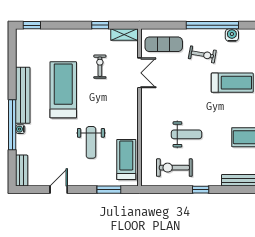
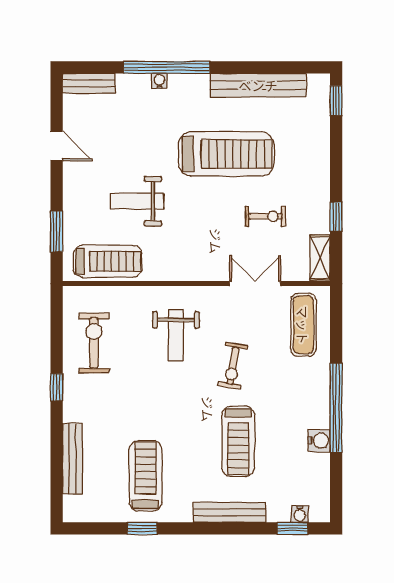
exercise bike: (202, 54) -> (233, 366), moved
double door: (139, 73) -> (255, 284), swing flipped
bench: (23, 95) -> (258, 85), moved
weight bench: (187, 134) -> (176, 335), moved

